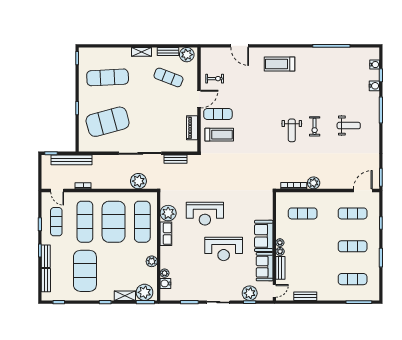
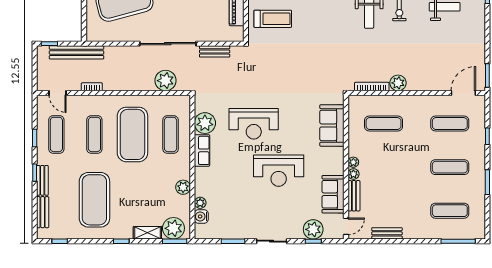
exercise mat: (85, 222) -> (94, 134), width x0.73, depth x0.69
exercise mat: (142, 222) -> (171, 134), width x0.73, depth x0.69
sofa: (264, 236) -> (332, 125), moved

